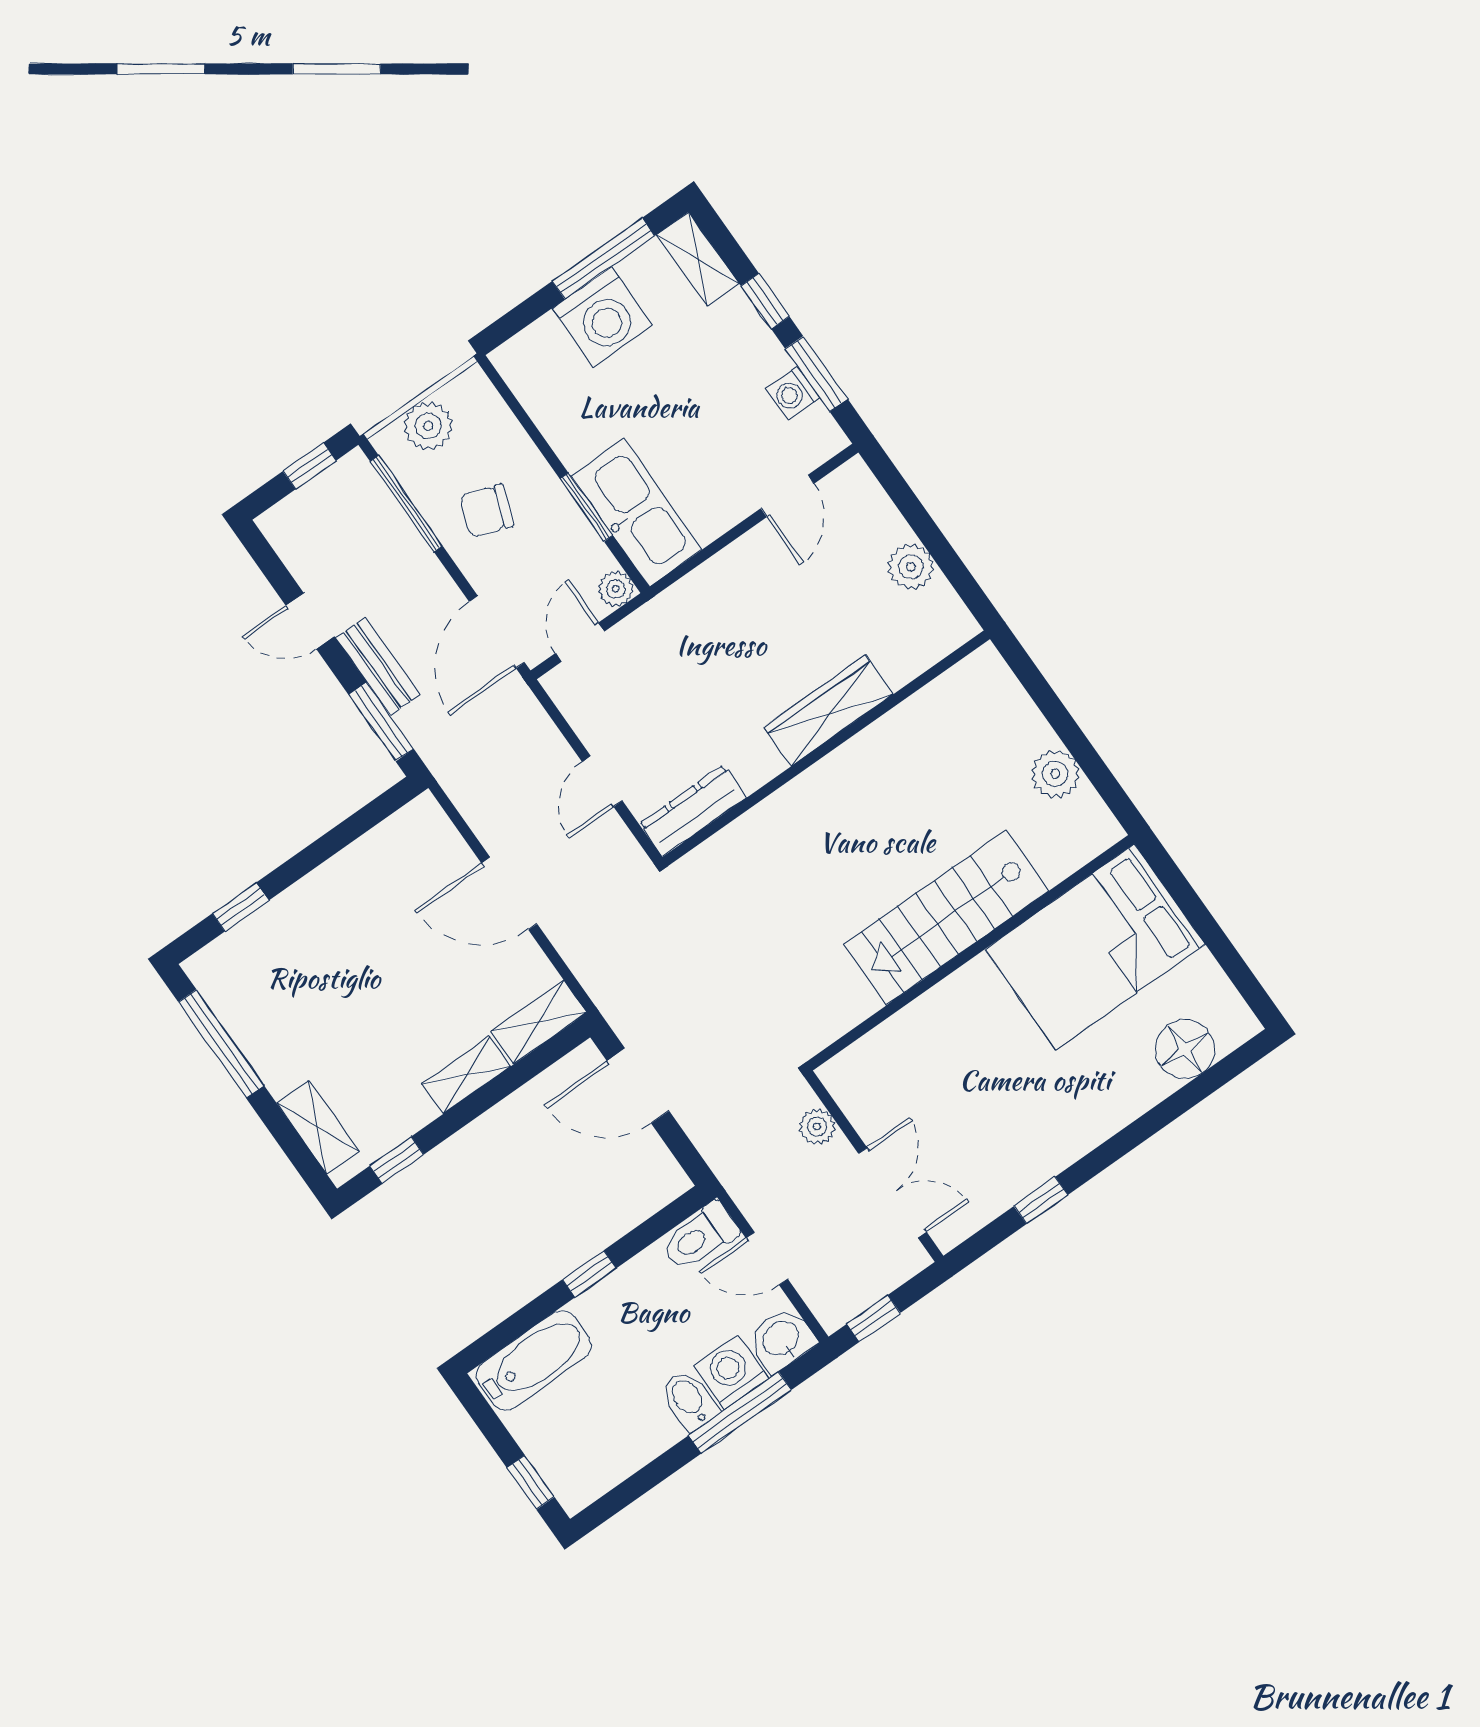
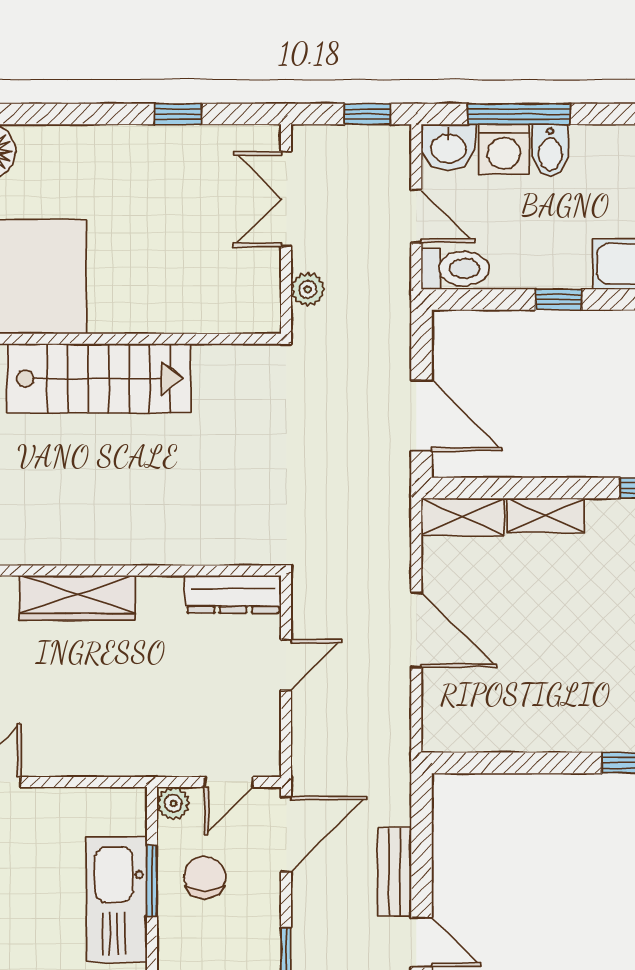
chair: (487, 511) -> (205, 878), moved, turned -110
kitchen sink: (637, 513) -> (117, 900), moved
window: (381, 722) -> (421, 828), removed

